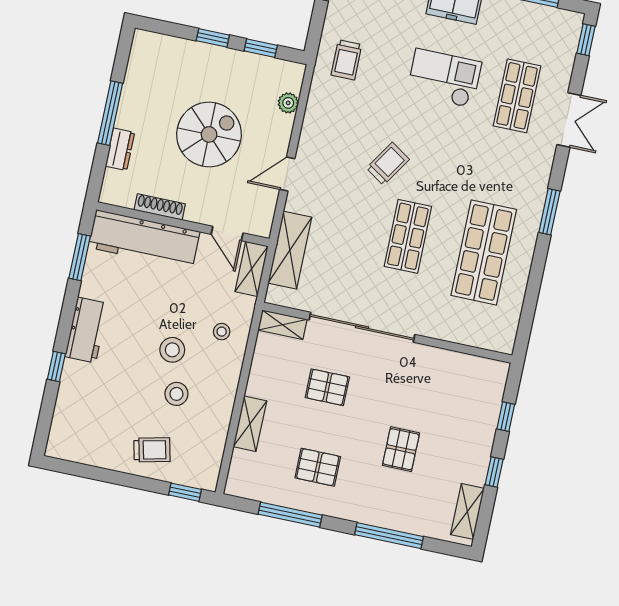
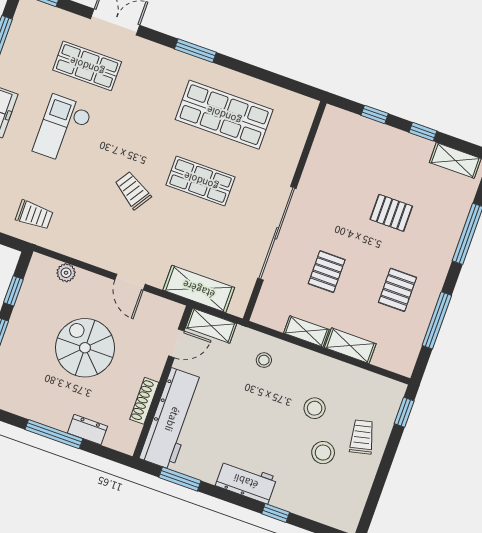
shelving: (282, 325) -> (306, 331), moved, turned 90
stool: (172, 350) -> (323, 453), moved

